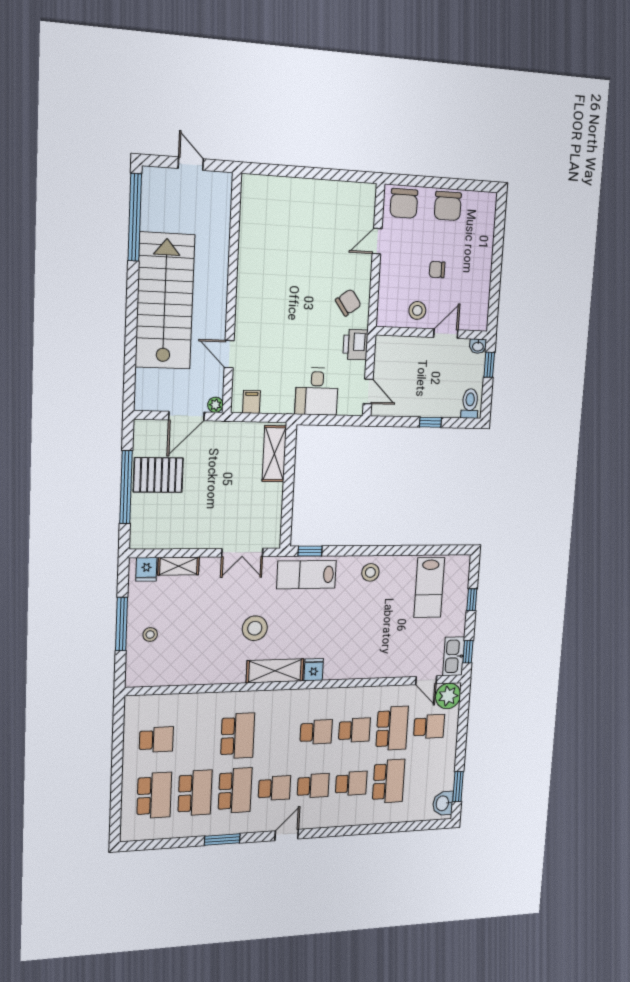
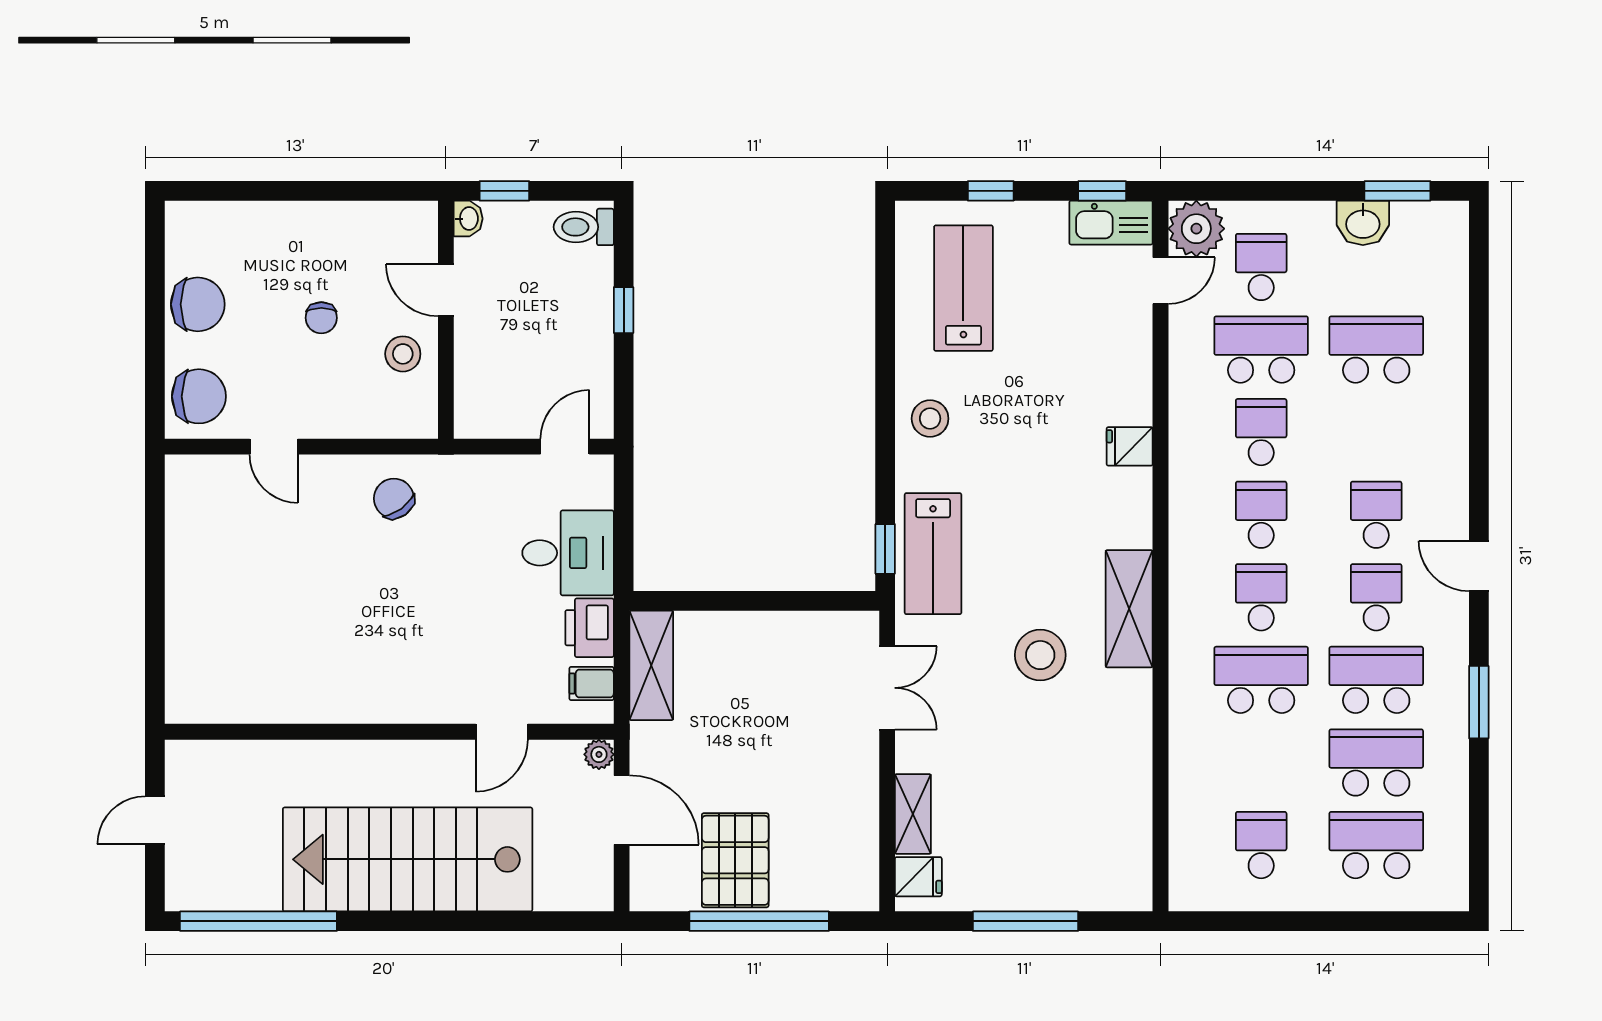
printer: (355, 344) -> (590, 628), moved, turned 90
shelving: (274, 454) -> (651, 665), moved, turned 90
lab bench: (429, 588) -> (963, 288), turned -90
stool: (150, 635) -> (1048, 865), removed
fridge: (314, 670) -> (1130, 446), moved
school desk: (351, 783) -> (1261, 597), moved
washbasin: (443, 803) -> (1363, 223), moved

